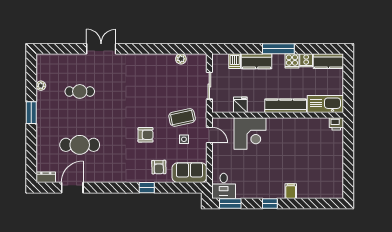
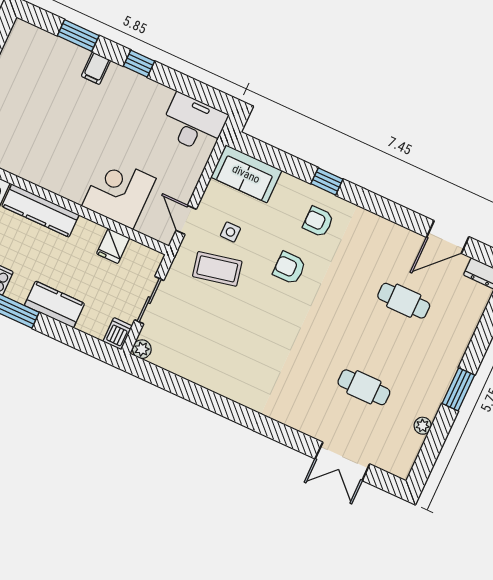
double door: (101, 49) -> (342, 461), moved
plant: (181, 59) -> (142, 349), moved
dishwasher: (235, 61) -> (118, 334), moved
cafe table: (80, 145) -> (404, 301), width x0.73, depth x0.74
armchair: (159, 167) -> (318, 222), moved, turned -89
desk: (224, 186) -> (194, 123), width x1.37
window: (230, 204) -> (78, 36), moved

